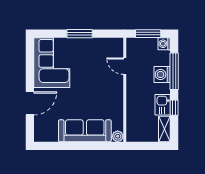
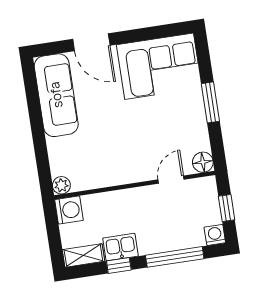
window: (148, 34) -> (227, 208), width x0.67
floor lamp: (117, 44) -> (203, 162), added
washing machine: (162, 75) -> (69, 210), moved, turned 90
sofa: (85, 131) -> (56, 95), moved

